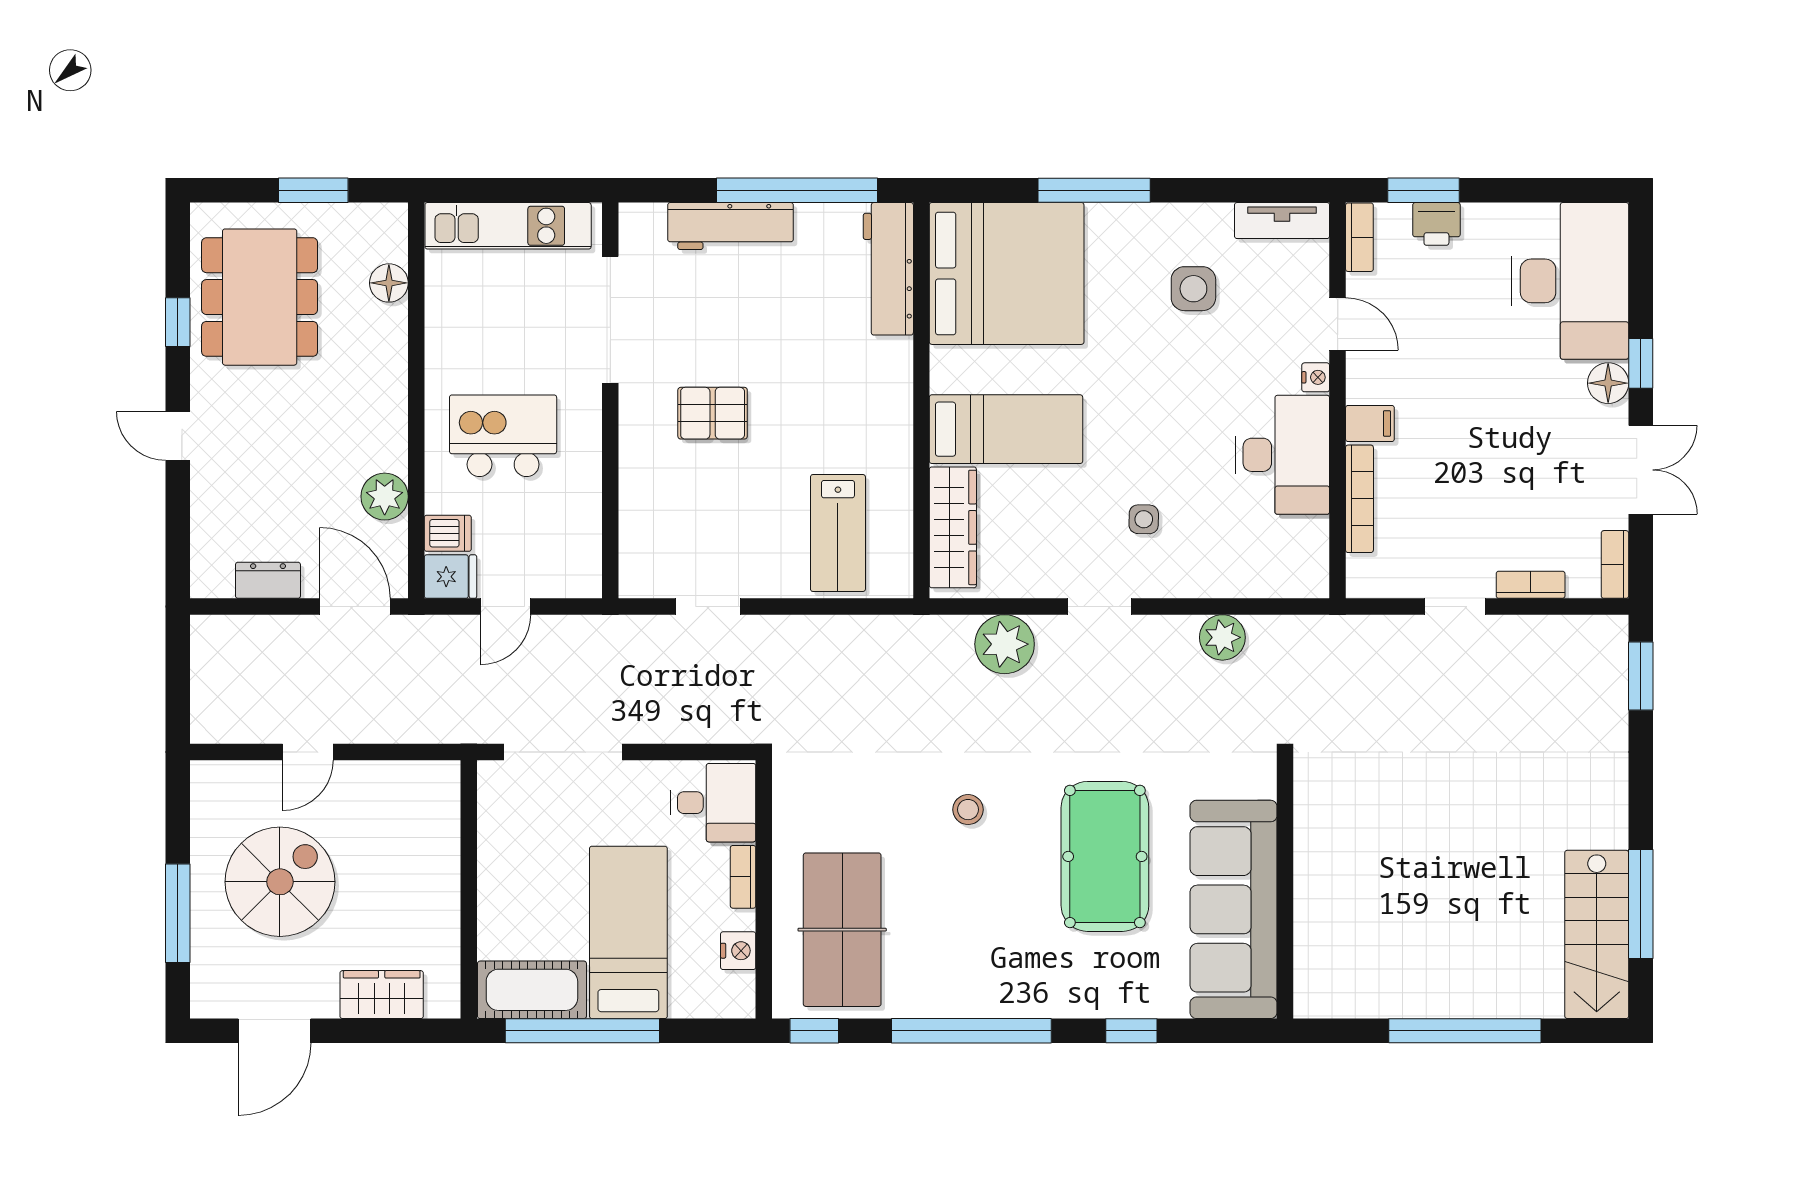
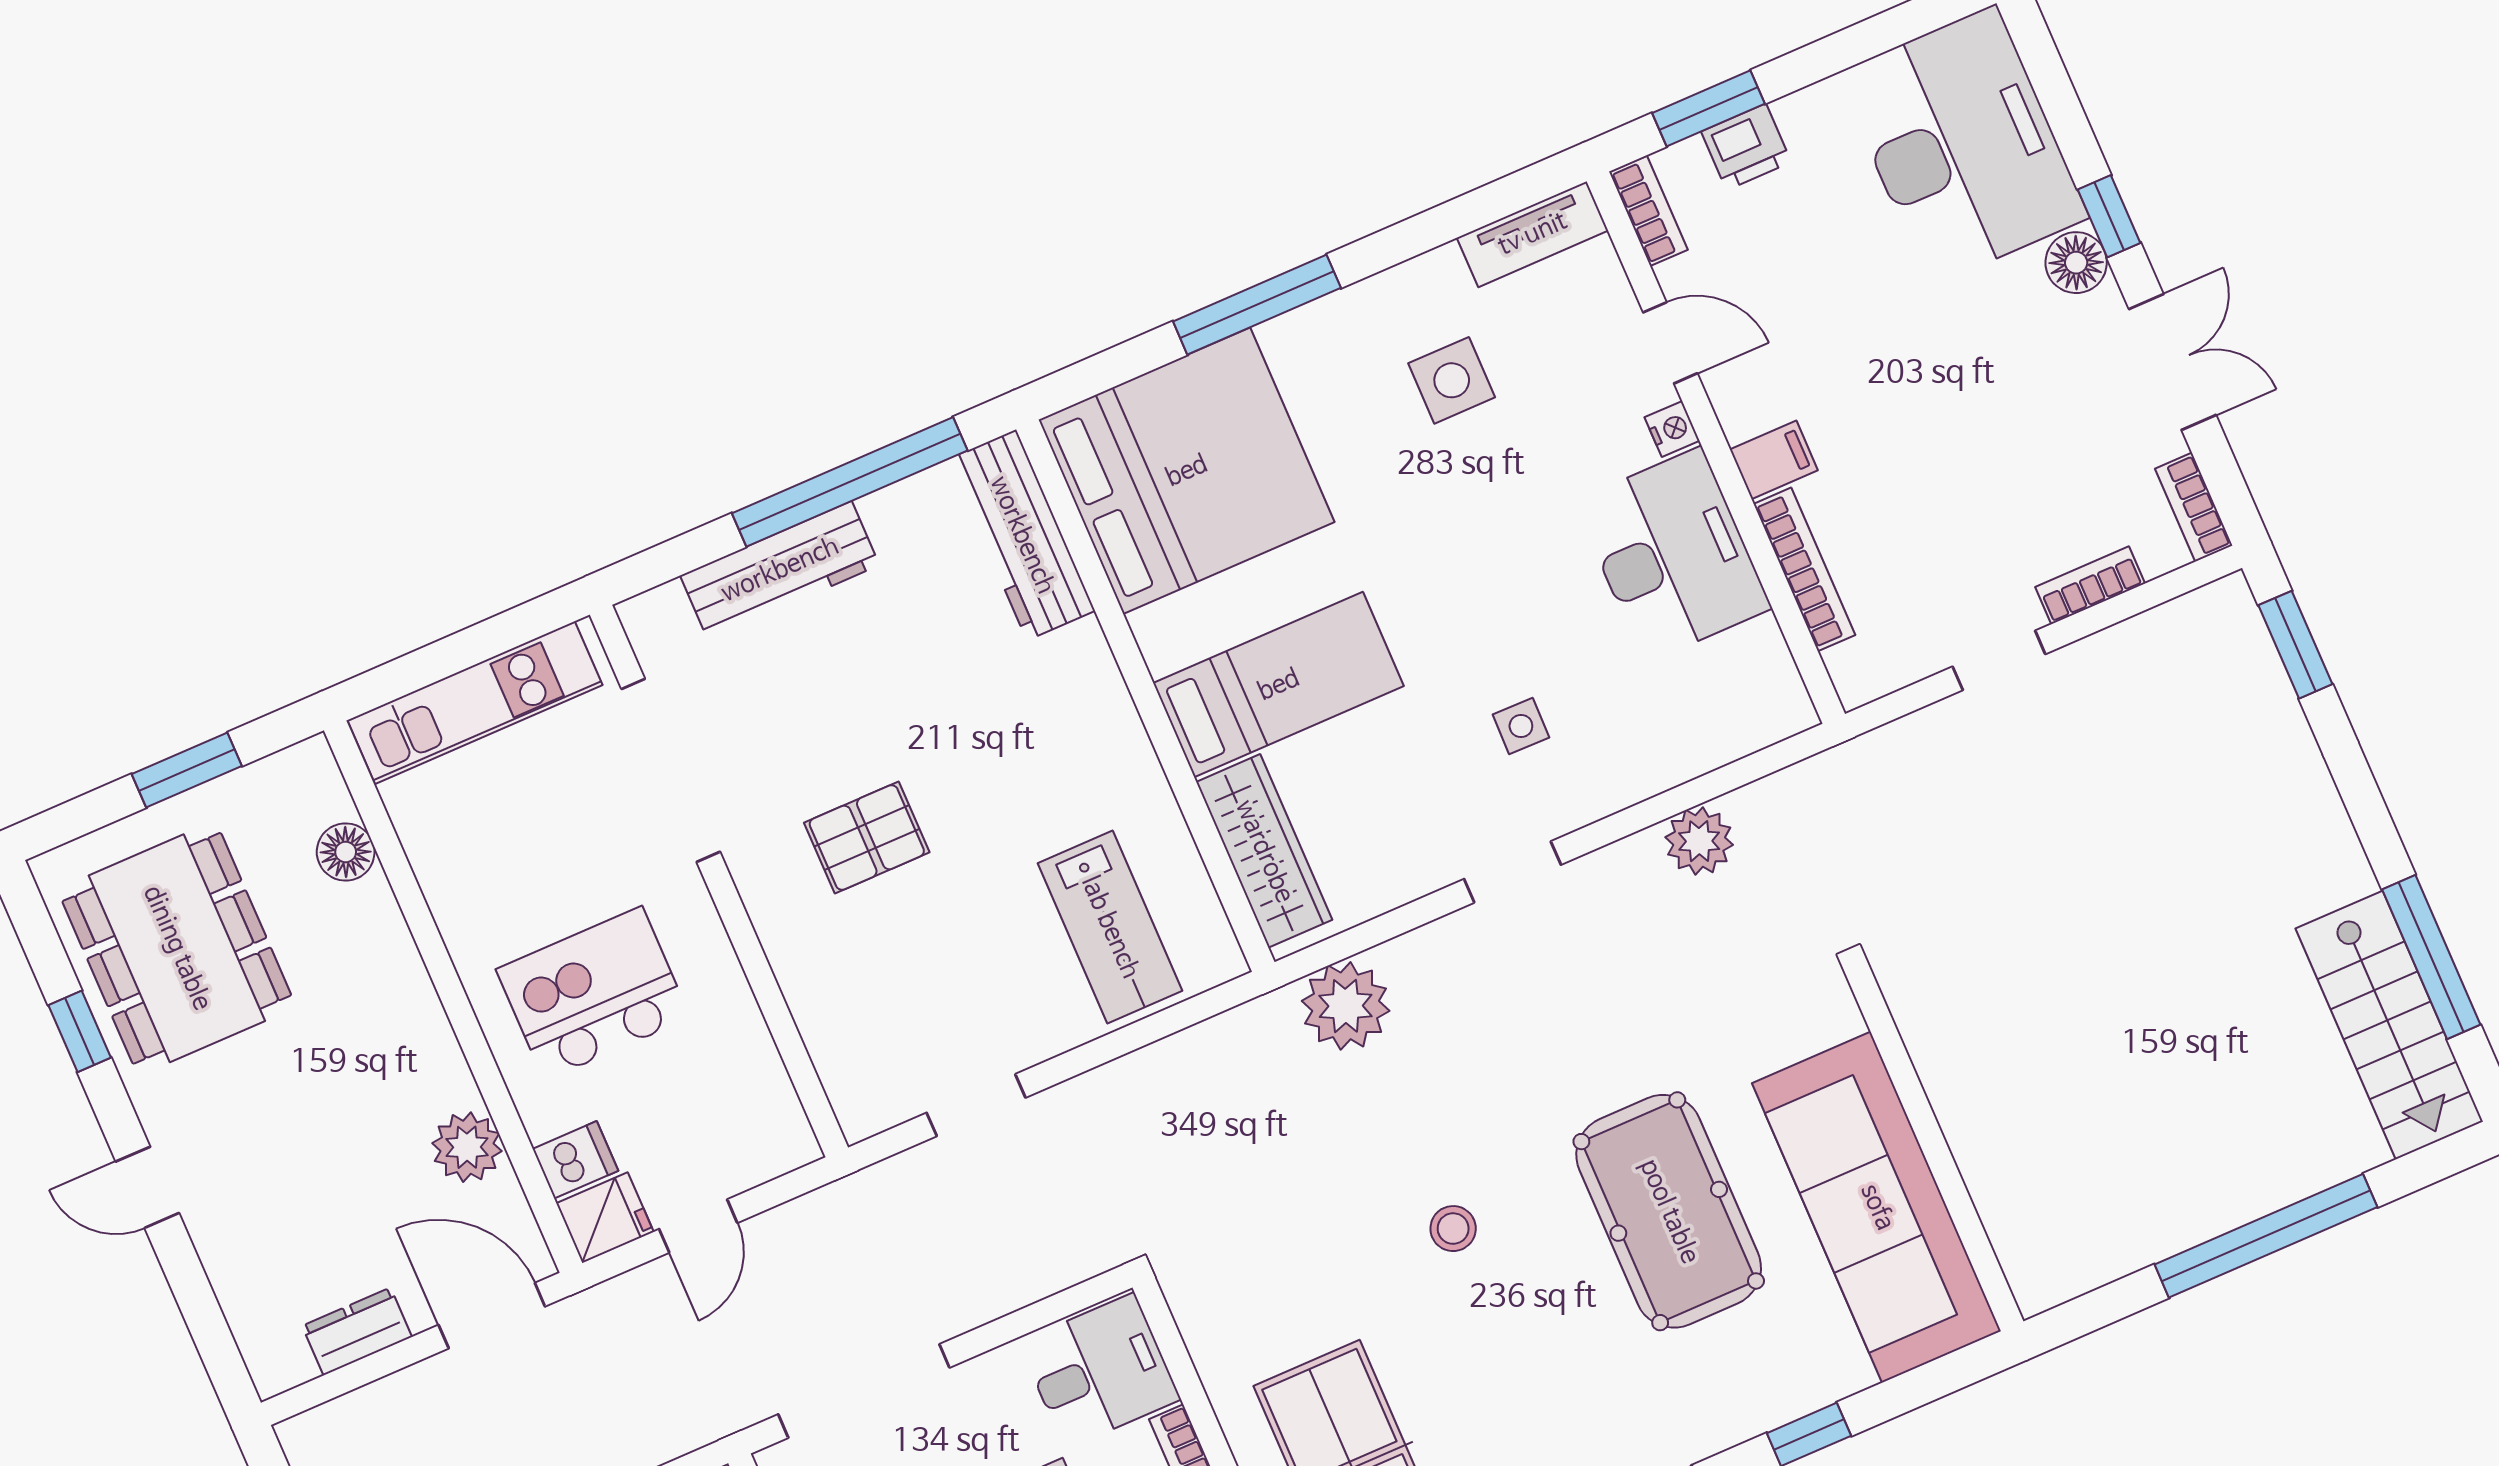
plant: (1005, 644) -> (1346, 1006), moved

